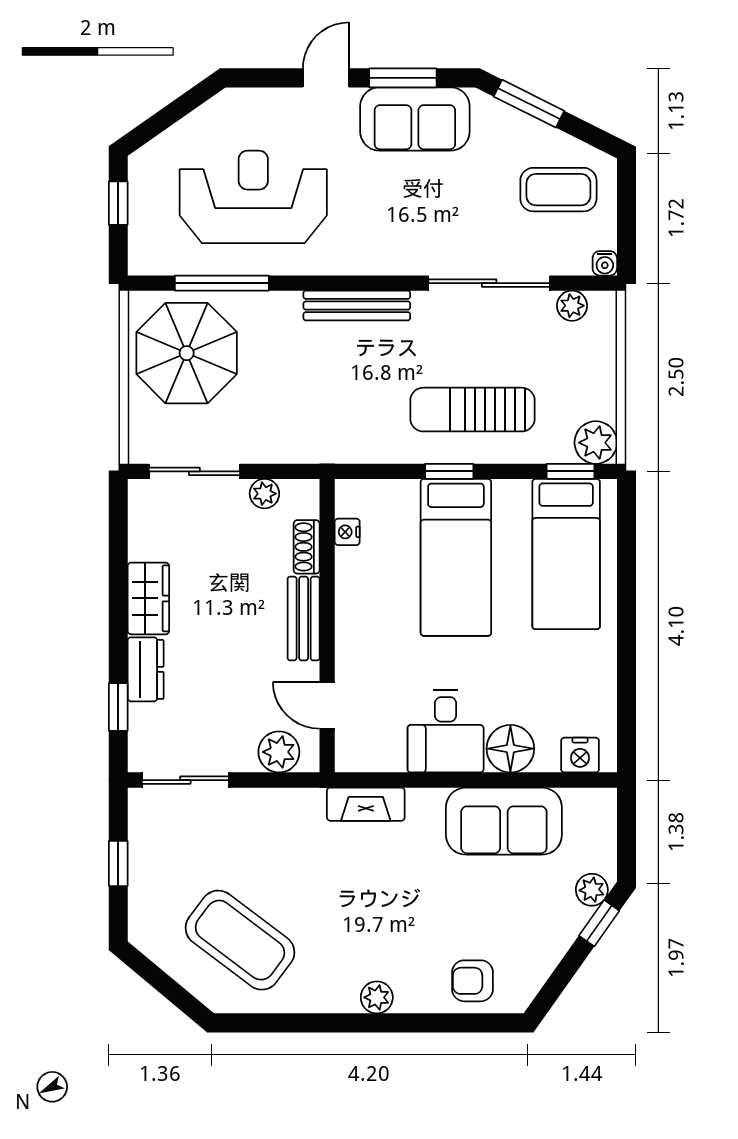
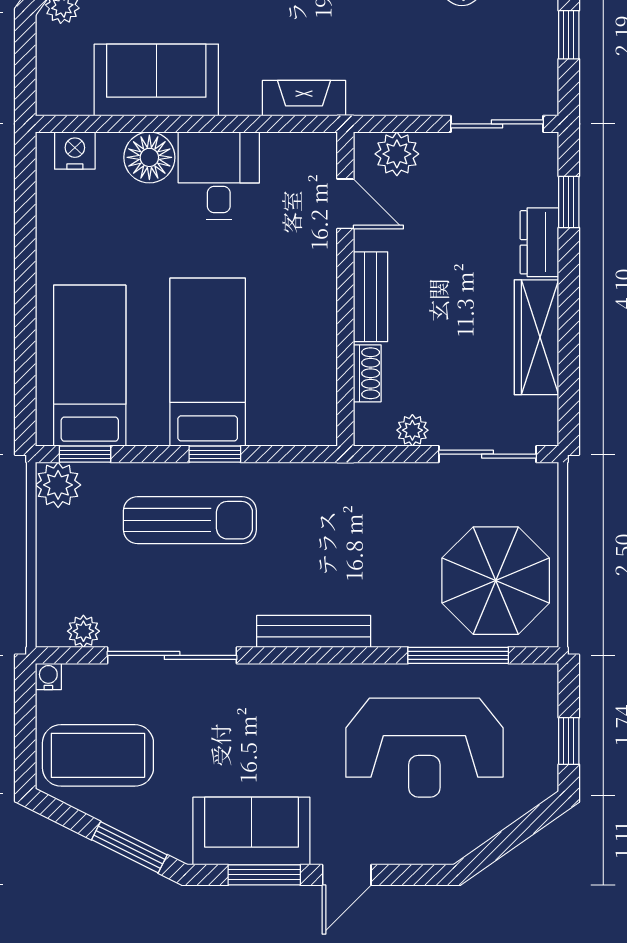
coffee table: (558, 190) -> (98, 755), width x1.36, depth x1.32
nightstand: (347, 532) -> (324, 389), removed
wardrobe: (148, 598) -> (537, 337), width x1.50

